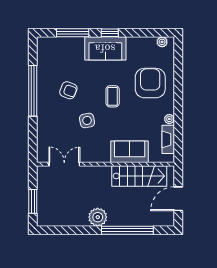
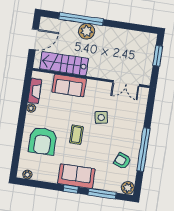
plant: (44, 44) -> (128, 188), added
armchair: (68, 90) -> (122, 161), moved
plant: (98, 217) -> (87, 31), moved

